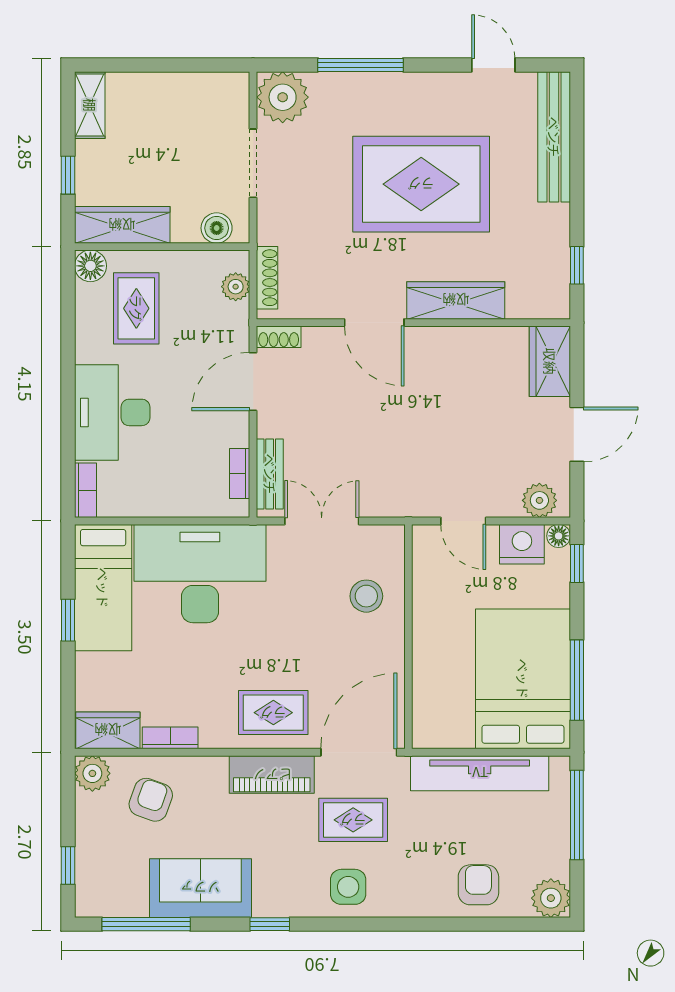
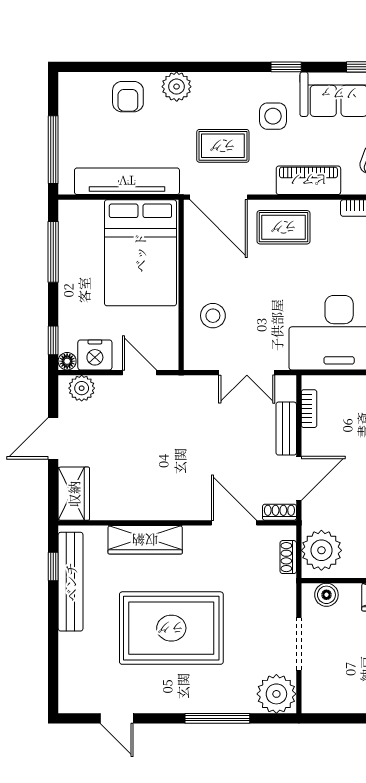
bench: (554, 137) -> (71, 582), moved
shoe rack: (267, 278) -> (288, 557), width x0.70
plant: (236, 287) -> (321, 550), width x1.88, depth x1.88
door: (374, 323) -> (234, 523), moved
bench: (270, 474) -> (286, 429), moved
bed: (523, 679) -> (140, 253), moved
door: (359, 752) -> (219, 197), hinge flipped
piano: (272, 775) -> (308, 180), moved
side table: (348, 887) -> (273, 116), moved
plant: (551, 898) -> (177, 87), moved

